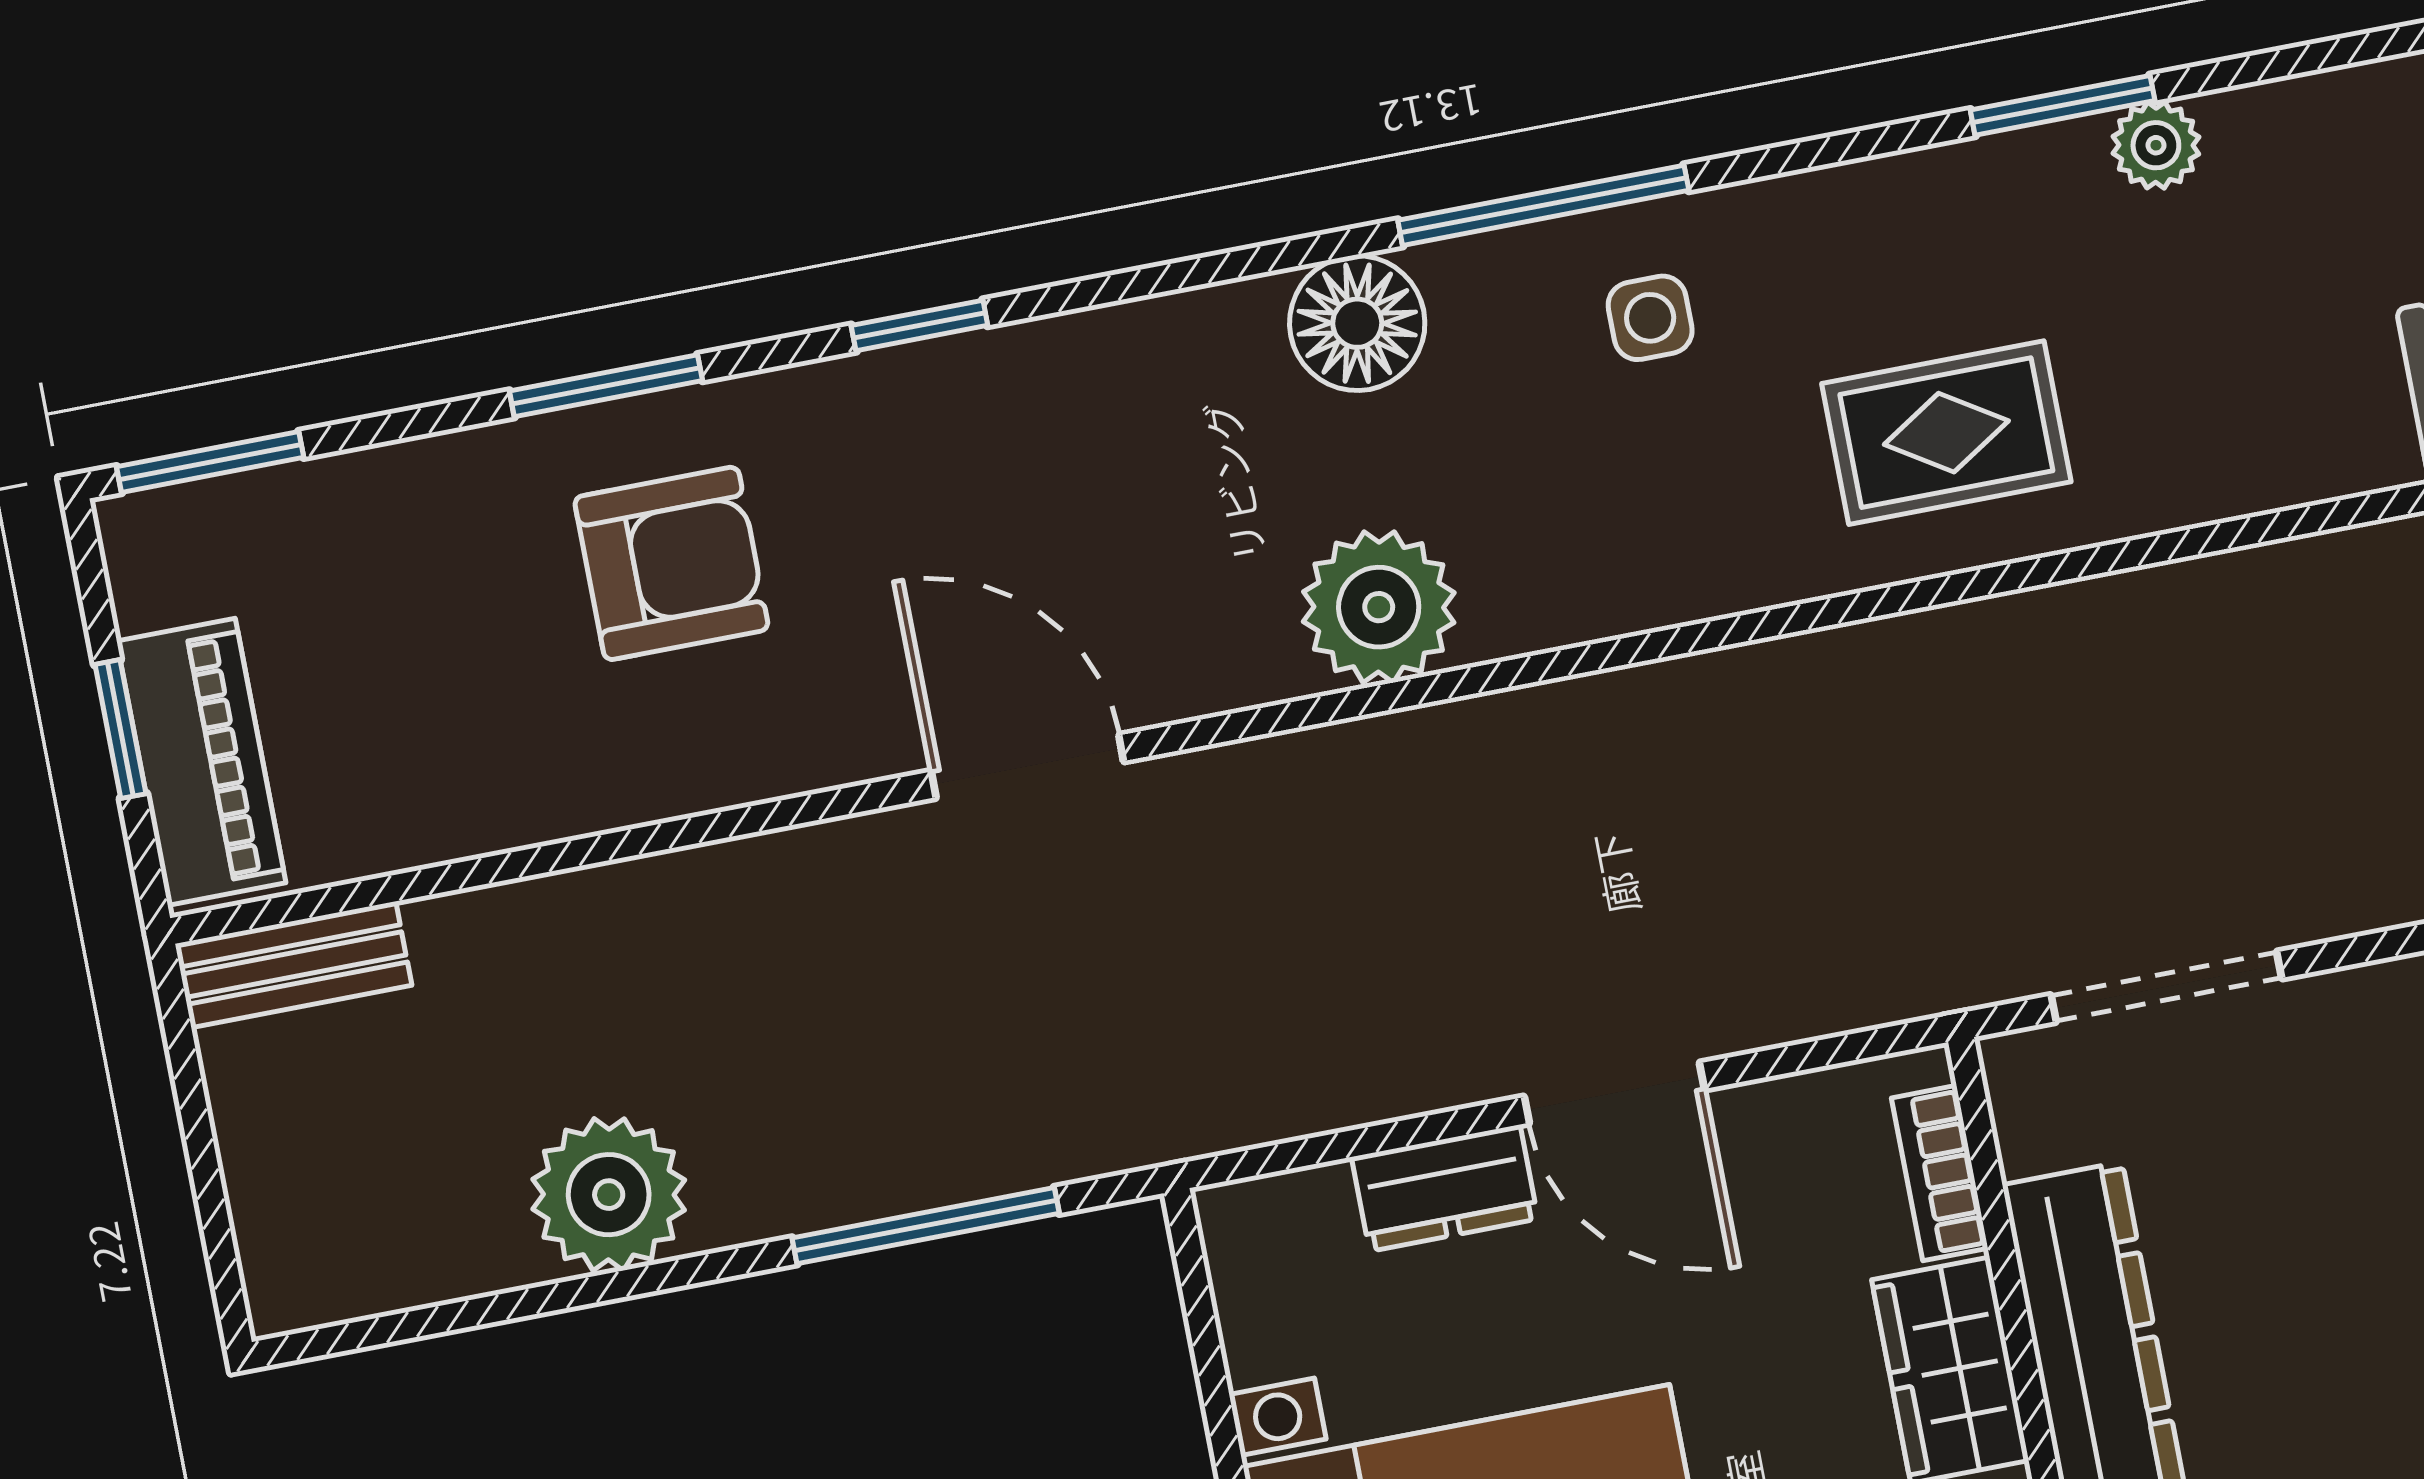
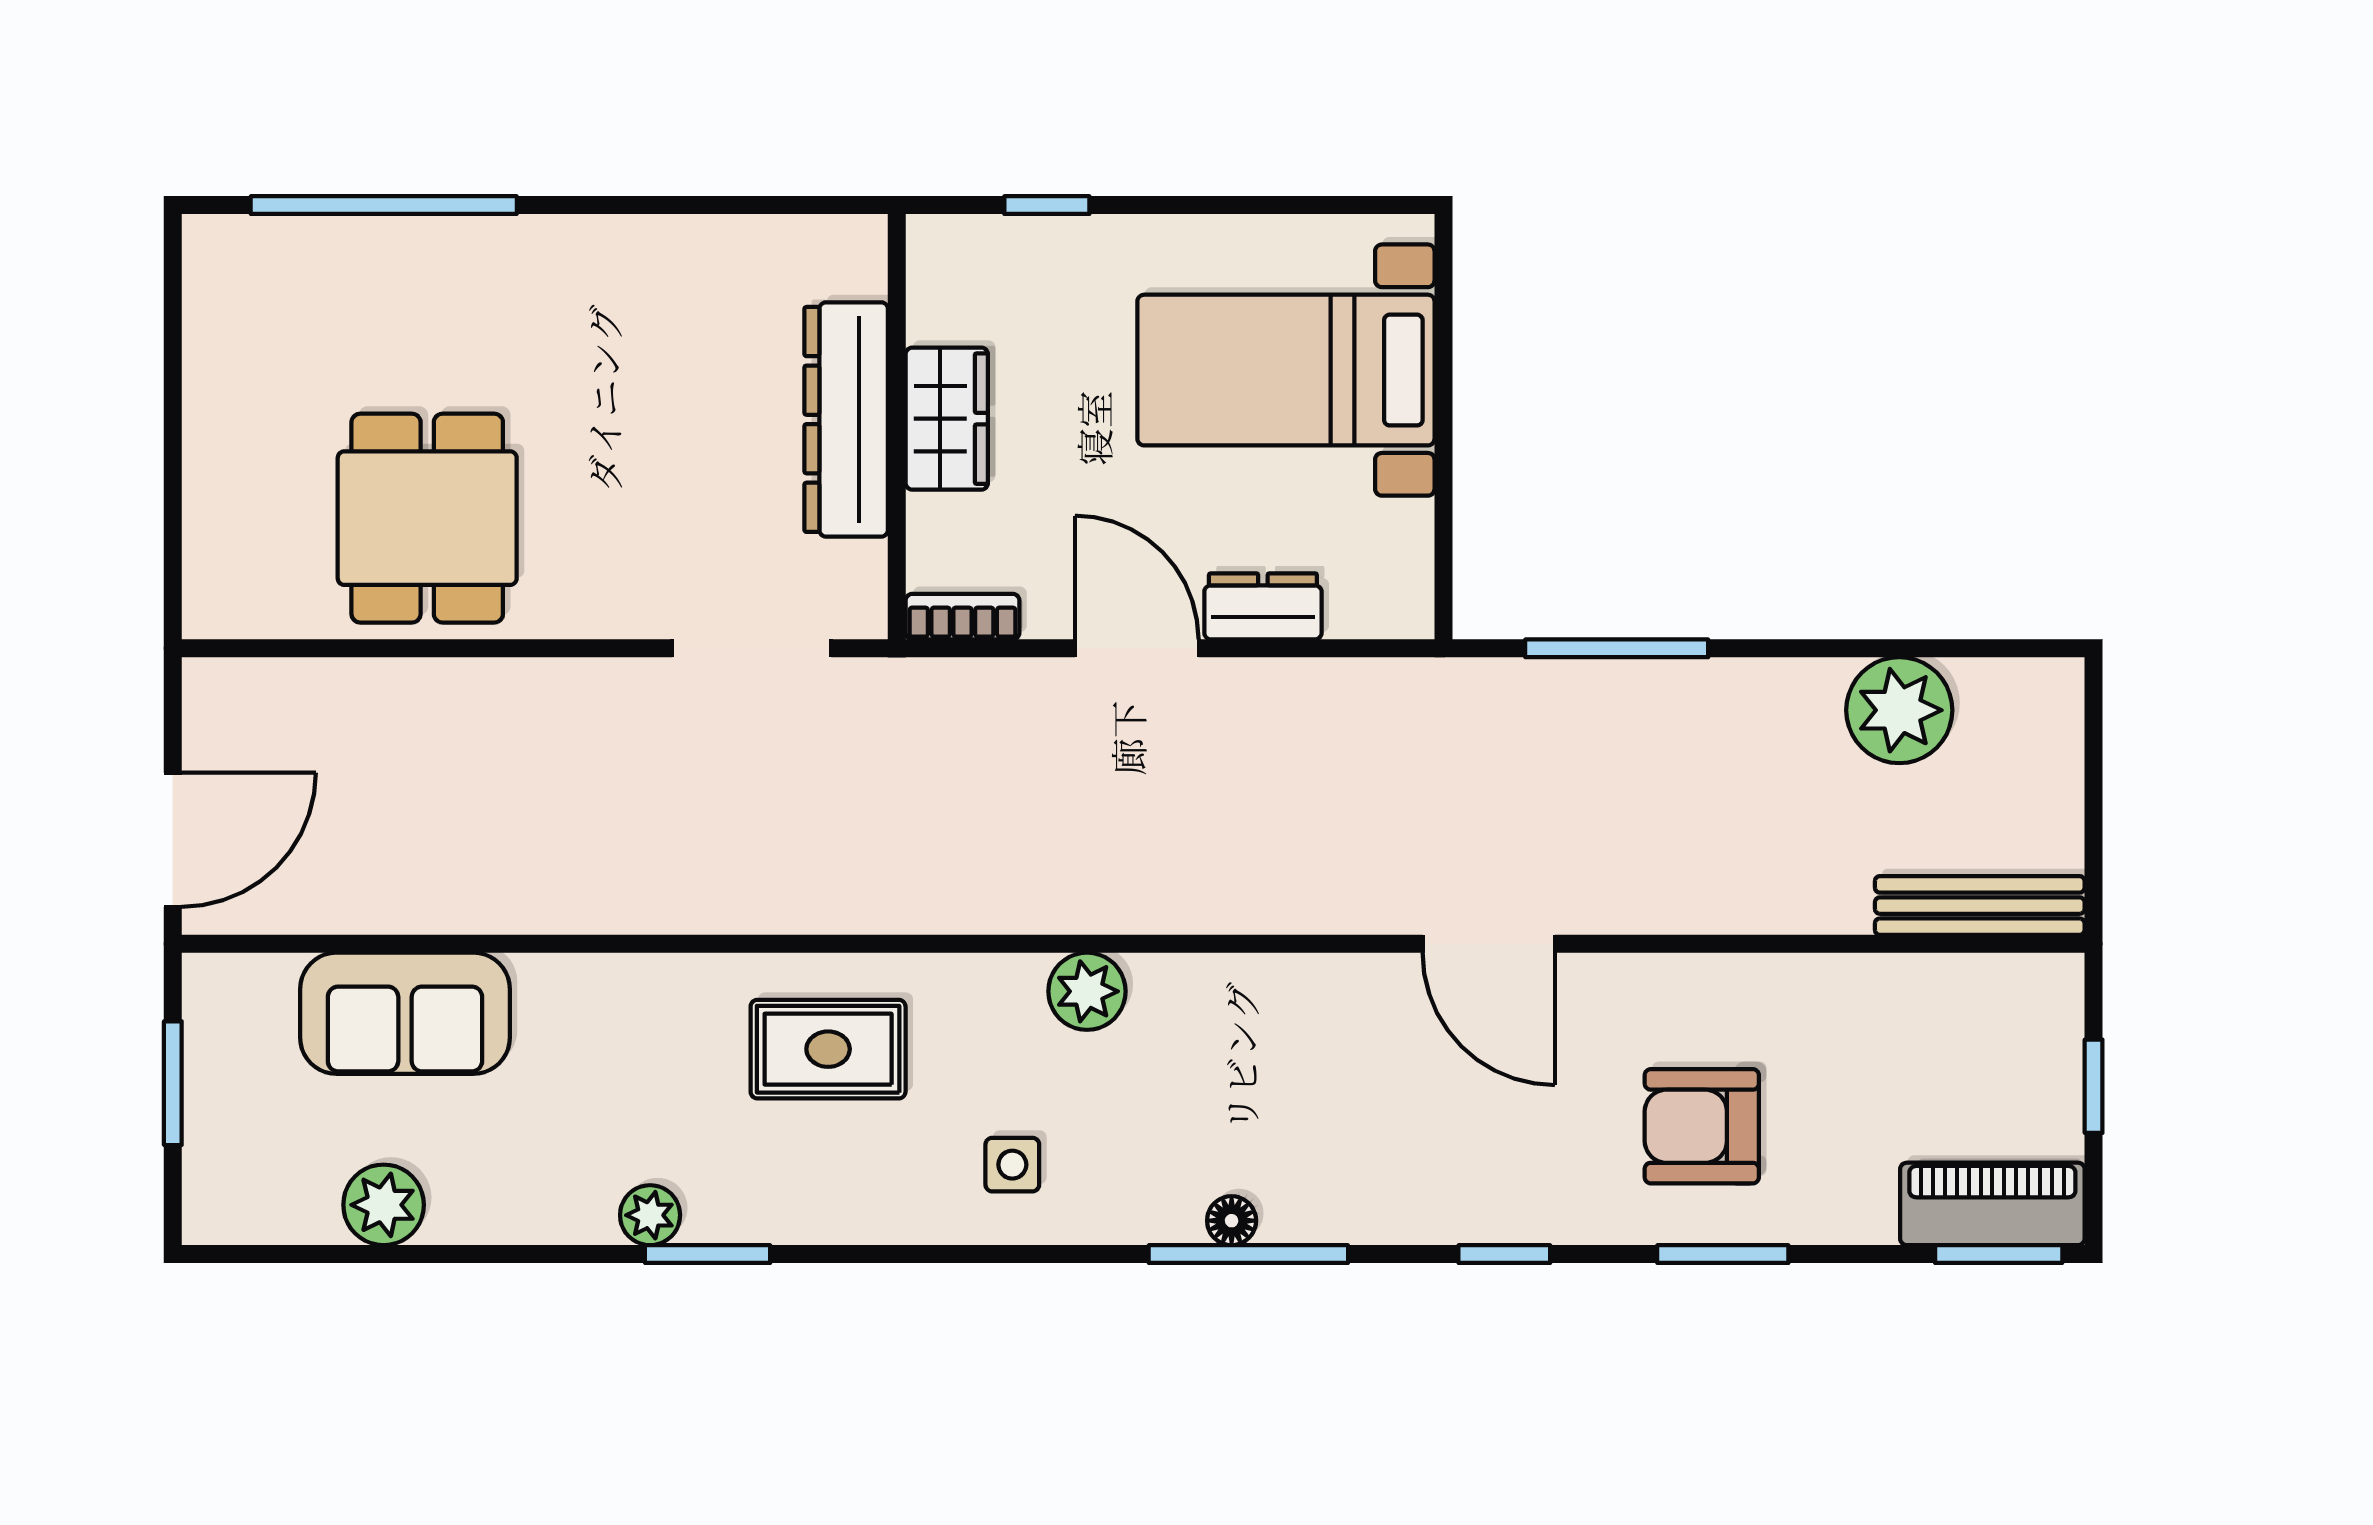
window: (1543, 205) -> (1248, 1254), moved
floor lamp: (1357, 323) -> (1232, 1221), width x0.53, depth x0.53
plant: (1379, 607) -> (1087, 991), moved, width x0.73, depth x0.73
piano: (201, 762) -> (1992, 1204), moved, turned 90
bench: (293, 965) -> (1980, 906), width x1.36
bookcase: (1940, 1173) -> (962, 617), moved, turned -90
plant: (609, 1195) -> (1899, 710), moved

